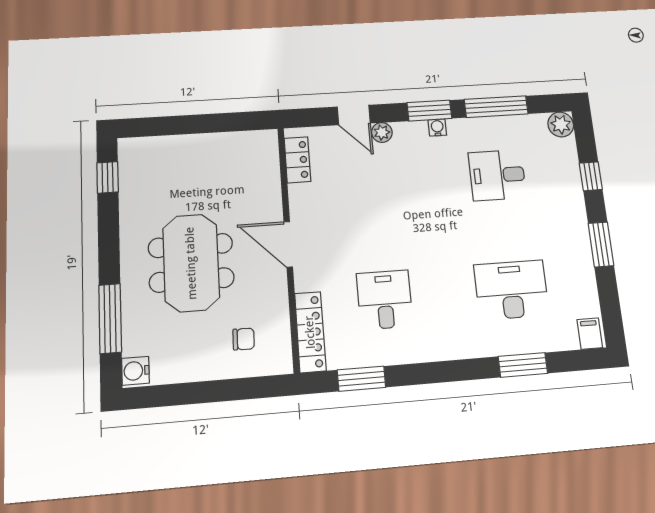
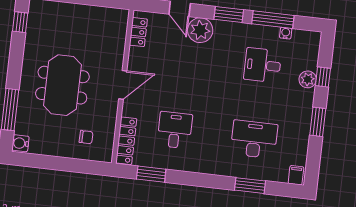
plant: (561, 124) -> (308, 79), moved
water cooler: (437, 128) -> (286, 33), moved
plant: (382, 132) -> (200, 30), width x1.87, depth x1.87
door: (288, 244) -> (123, 85), swing flipped

